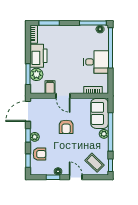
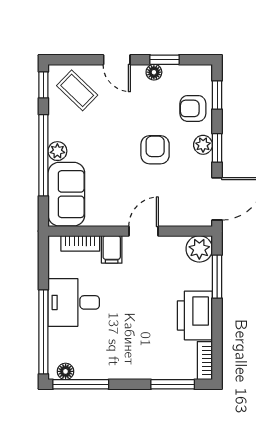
plant: (36, 74) -> (199, 249), moved
filing cabinet: (50, 87) -> (112, 249), moved
door: (63, 96) -> (144, 231), hinge flipped
armchair: (66, 127) -> (155, 150), moved

